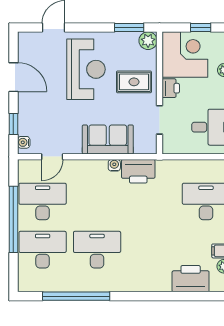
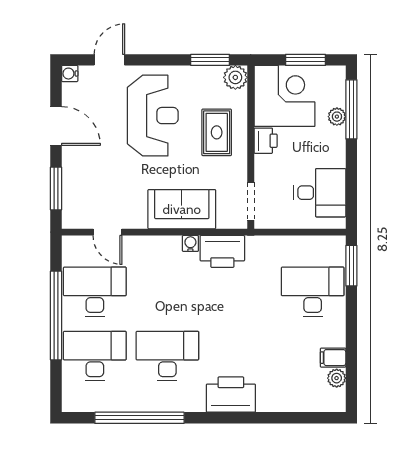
window: (201, 28) -> (306, 60), width x1.50
rug: (134, 82) -> (217, 132), turned 90
doorway: (160, 120) -> (251, 201), moved
window: (13, 124) -> (56, 188), width x1.50
water cooler: (24, 142) -> (70, 74), moved
door: (52, 157) -> (108, 232), hinge flipped
printer: (191, 279) -> (231, 395), moved

